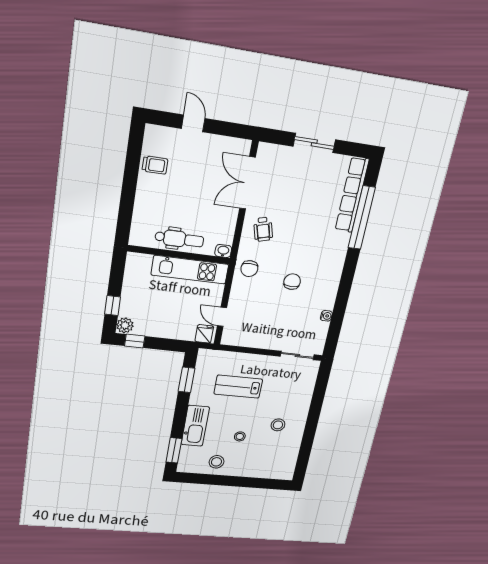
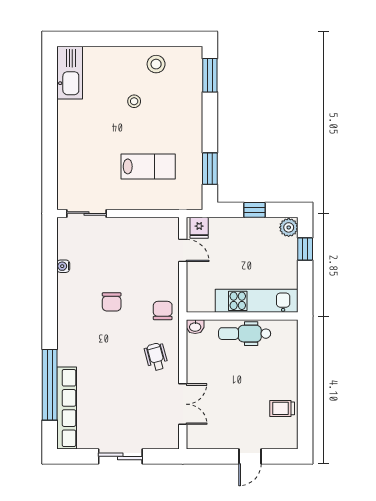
door: (193, 123) -> (250, 456), hinge flipped
double door: (247, 183) -> (183, 404), width x0.73
kitchen unit: (190, 270) -> (257, 301), moved
window: (135, 341) -> (254, 210), moved
stool: (278, 425) -> (91, 121), removed
kitchen sink: (195, 426) -> (70, 73), moved, turned 180

